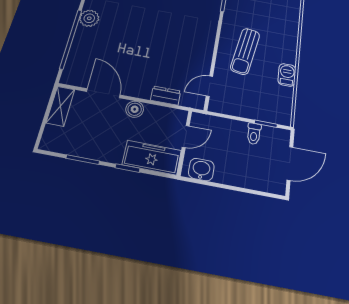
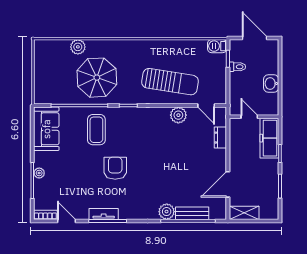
bench: (79, 45) -> (192, 213), added
sun lounger: (245, 51) -> (170, 82), width x1.36, depth x1.34
plant: (203, 53) -> (178, 115), added
barbecue: (287, 75) -> (217, 46), moved
boiler: (135, 109) -> (236, 158), removed
washbasin: (201, 170) -> (271, 83), moved

